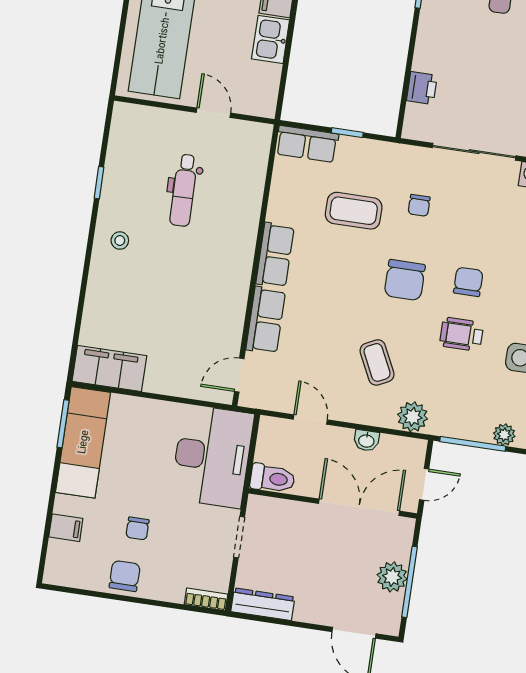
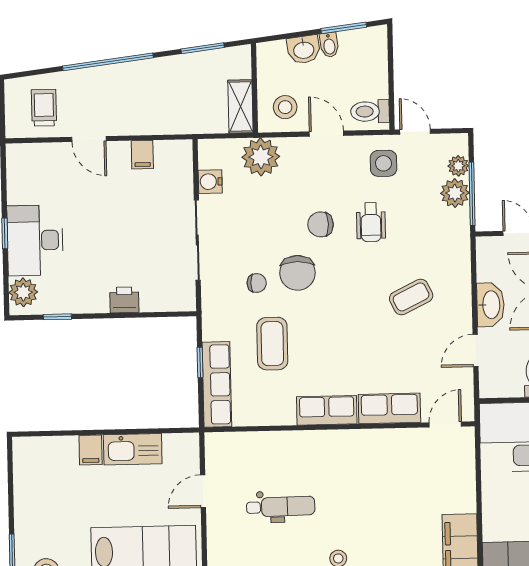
kitchen sink: (271, 39) -> (133, 449), width x1.38
printer: (422, 88) -> (124, 300), moved
row of seats: (307, 144) -> (217, 384), width x1.48
chair: (405, 280) -> (297, 273), moved, turned 90
door: (239, 375) -> (445, 424), swing flipped
plant: (413, 417) -> (455, 193), moved
washbasin: (366, 440) -> (490, 305), width x1.91, depth x1.45

